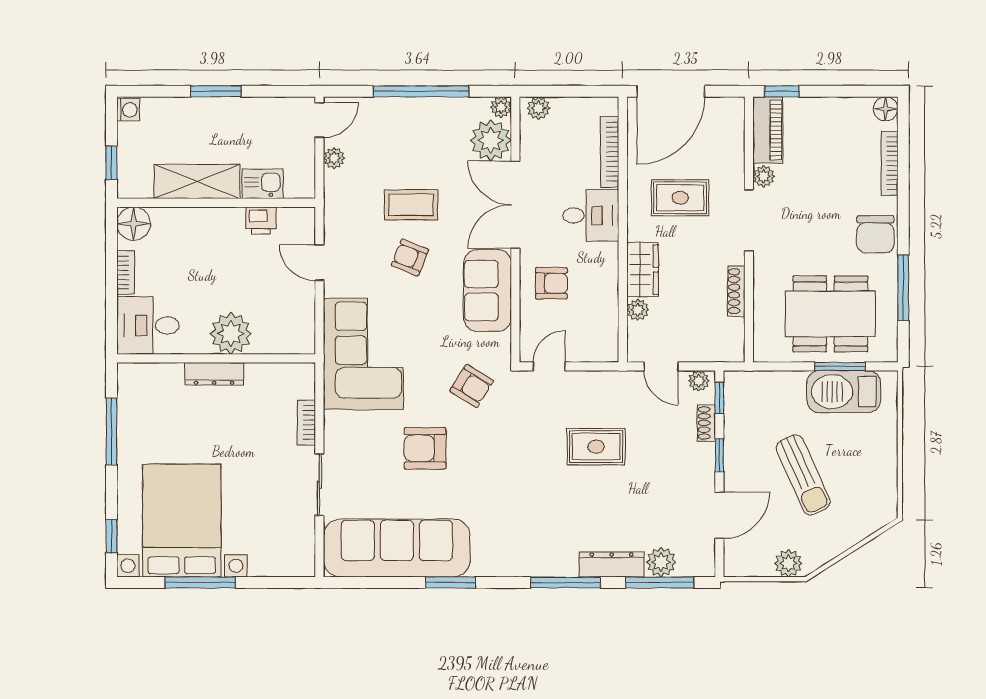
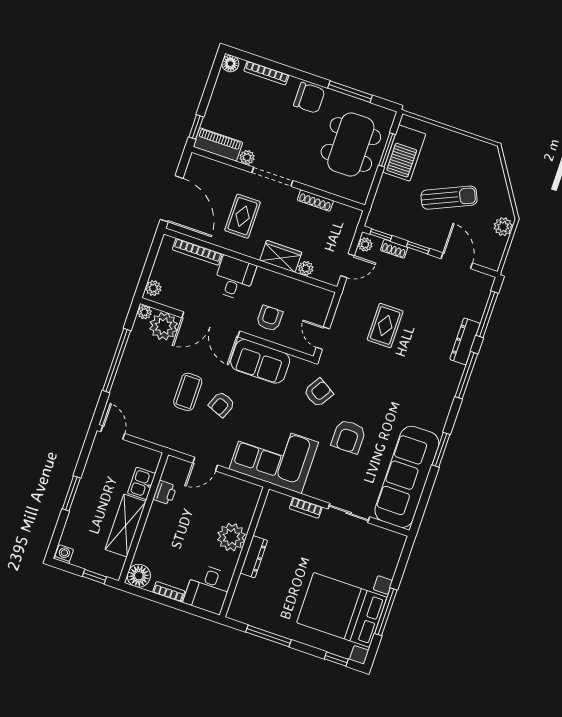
plant: (334, 158) -> (141, 432), removed
plant: (661, 562) -> (474, 309), removed

